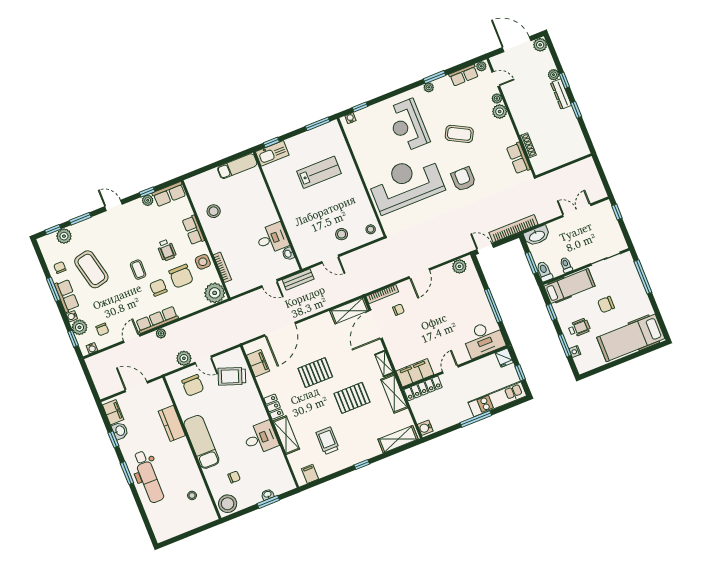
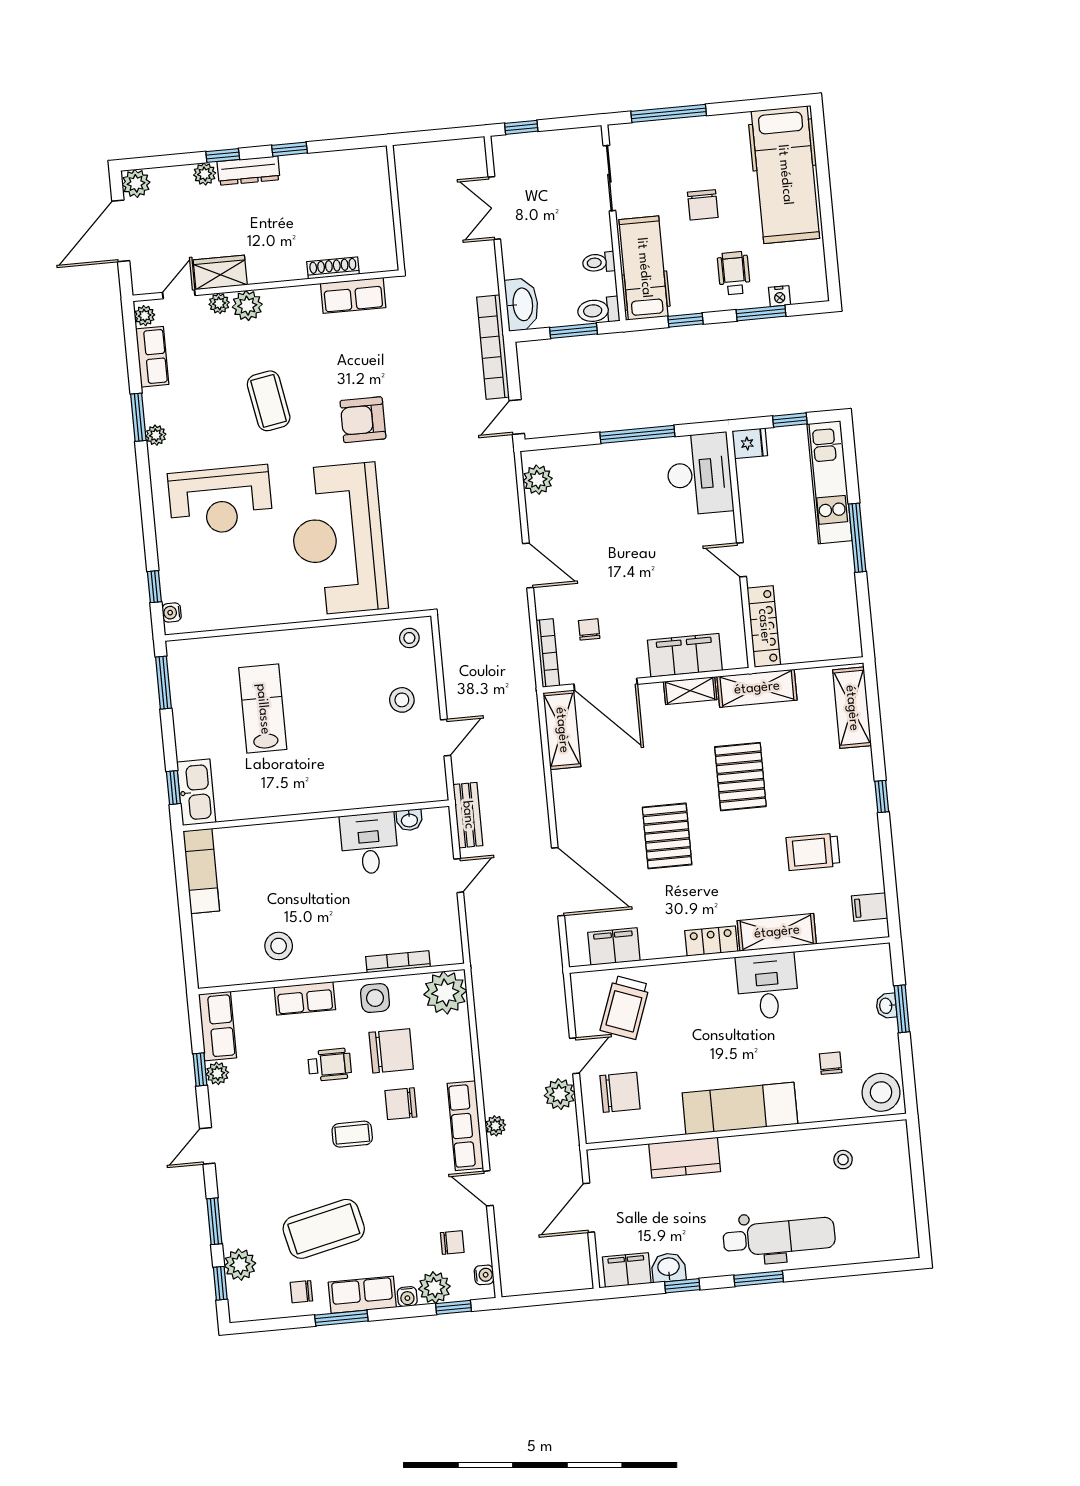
wardrobe: (511, 95) -> (220, 272), added
coffee table: (459, 134) -> (269, 401), turned -38
filing cabinet: (415, 373) -> (685, 655), moved, turned 90
water cooler: (425, 428) -> (845, 646), removed

